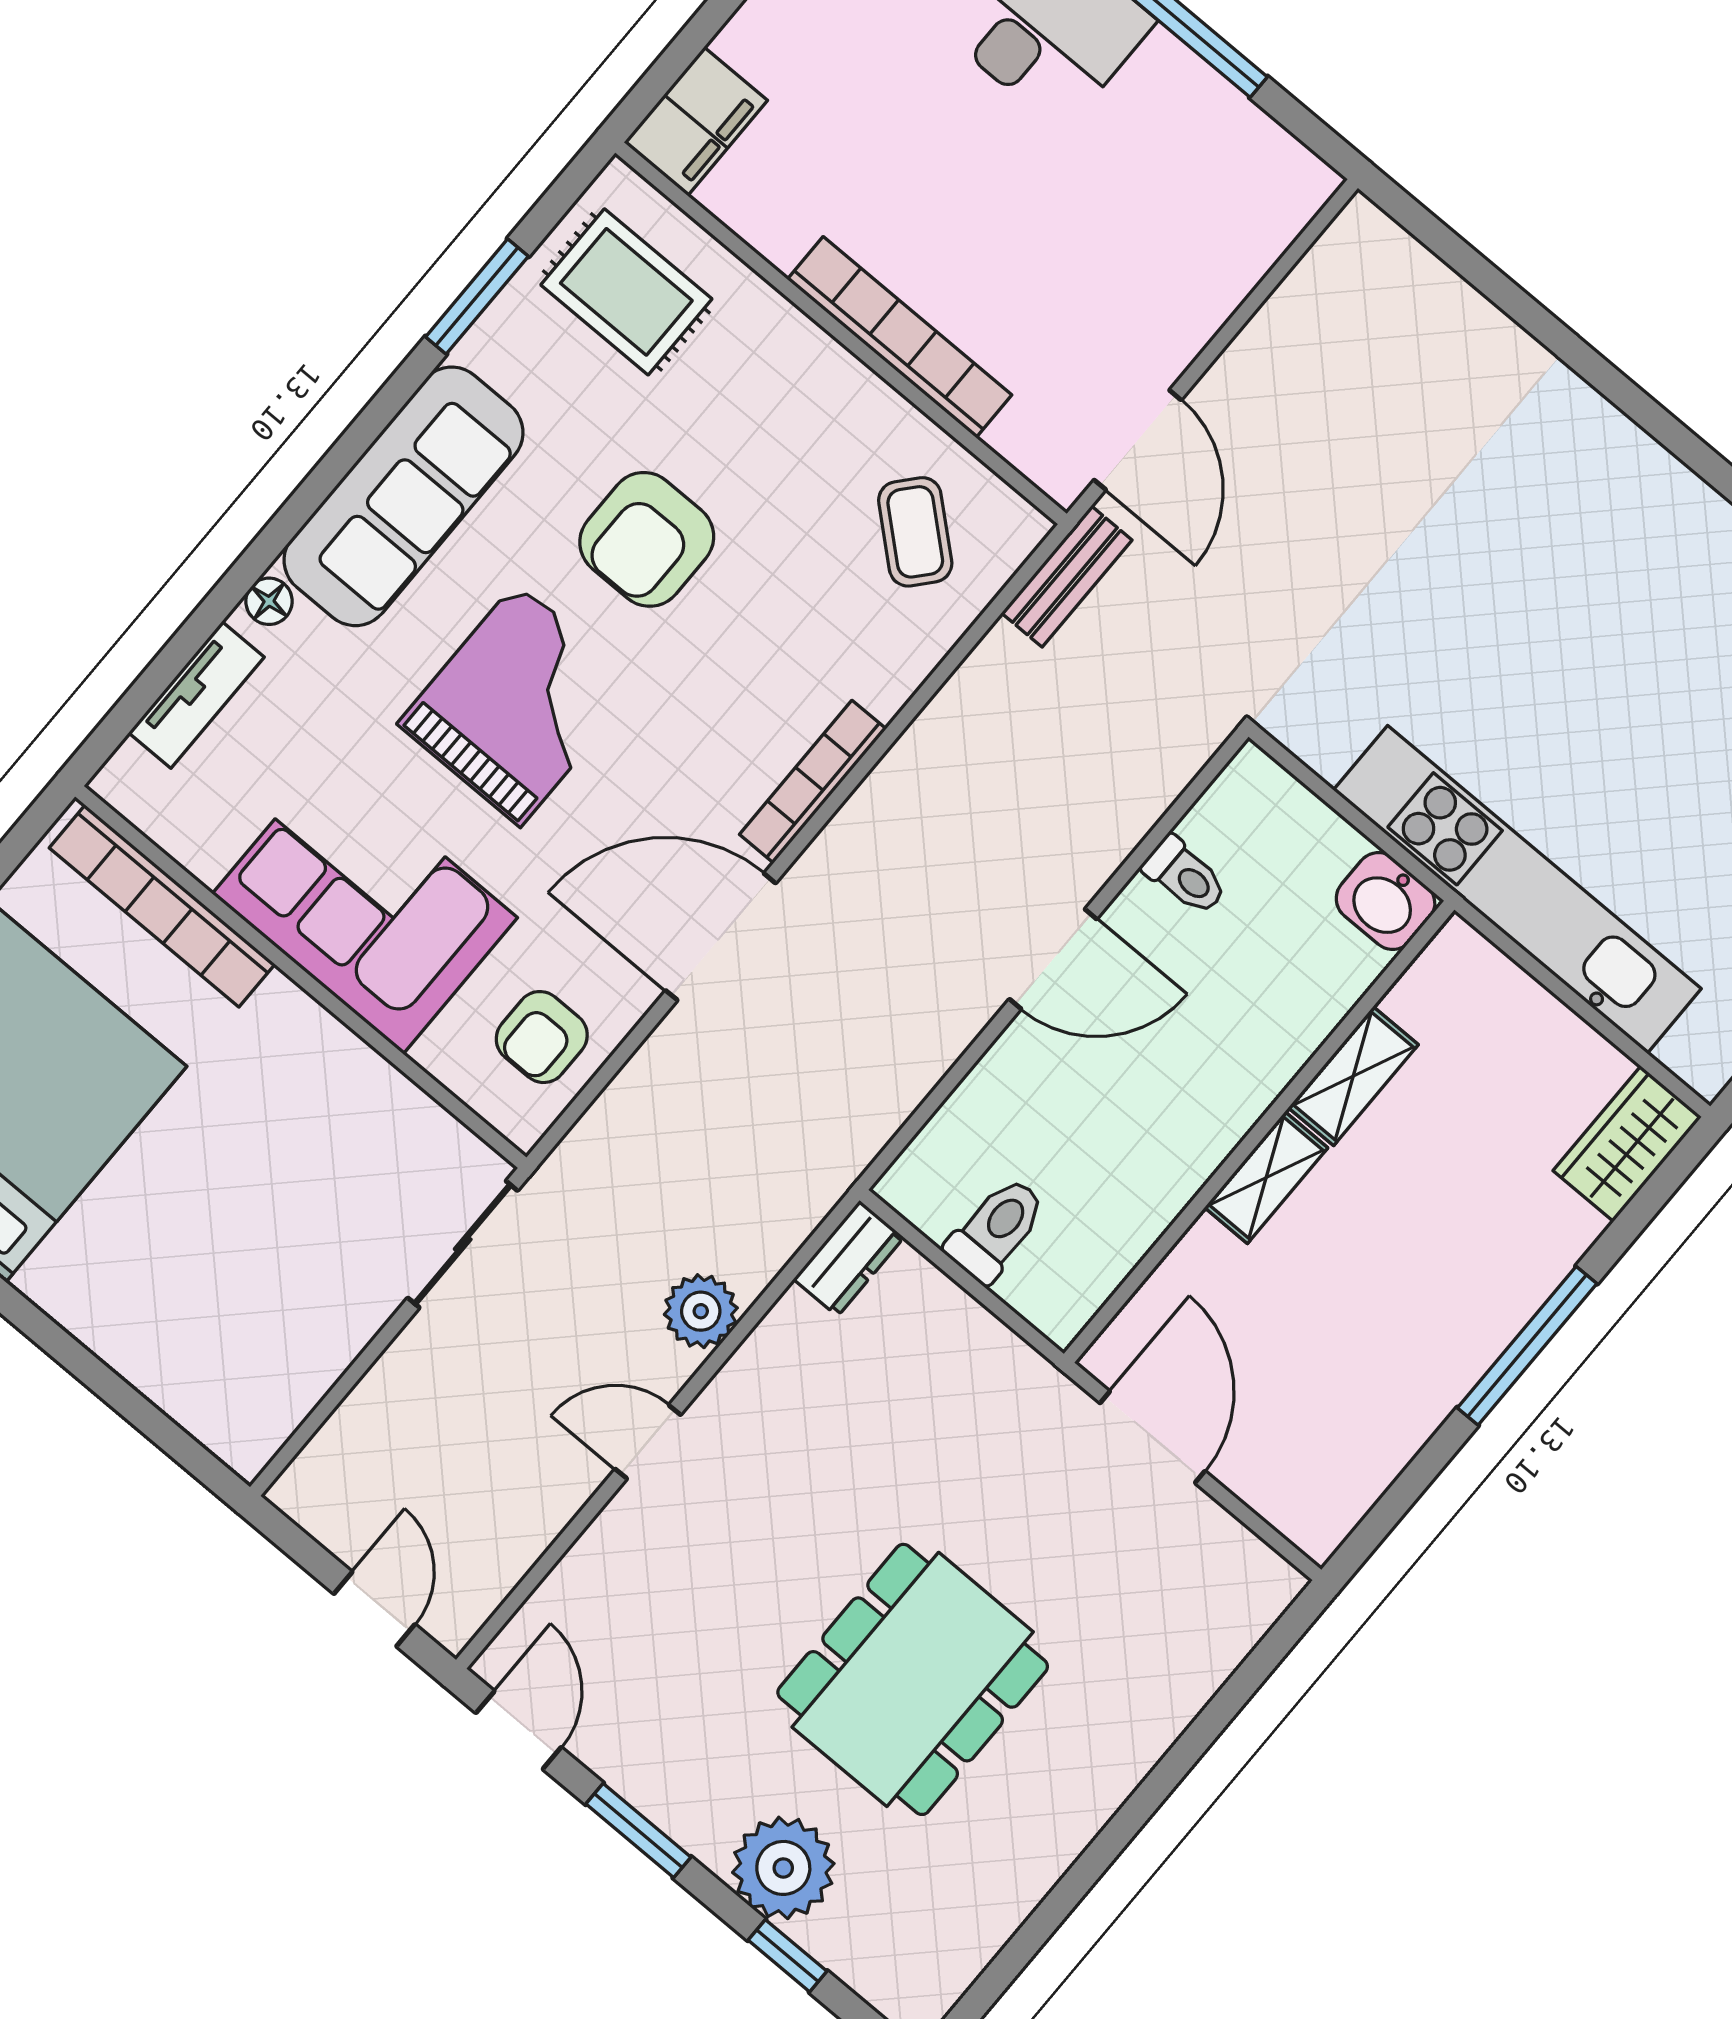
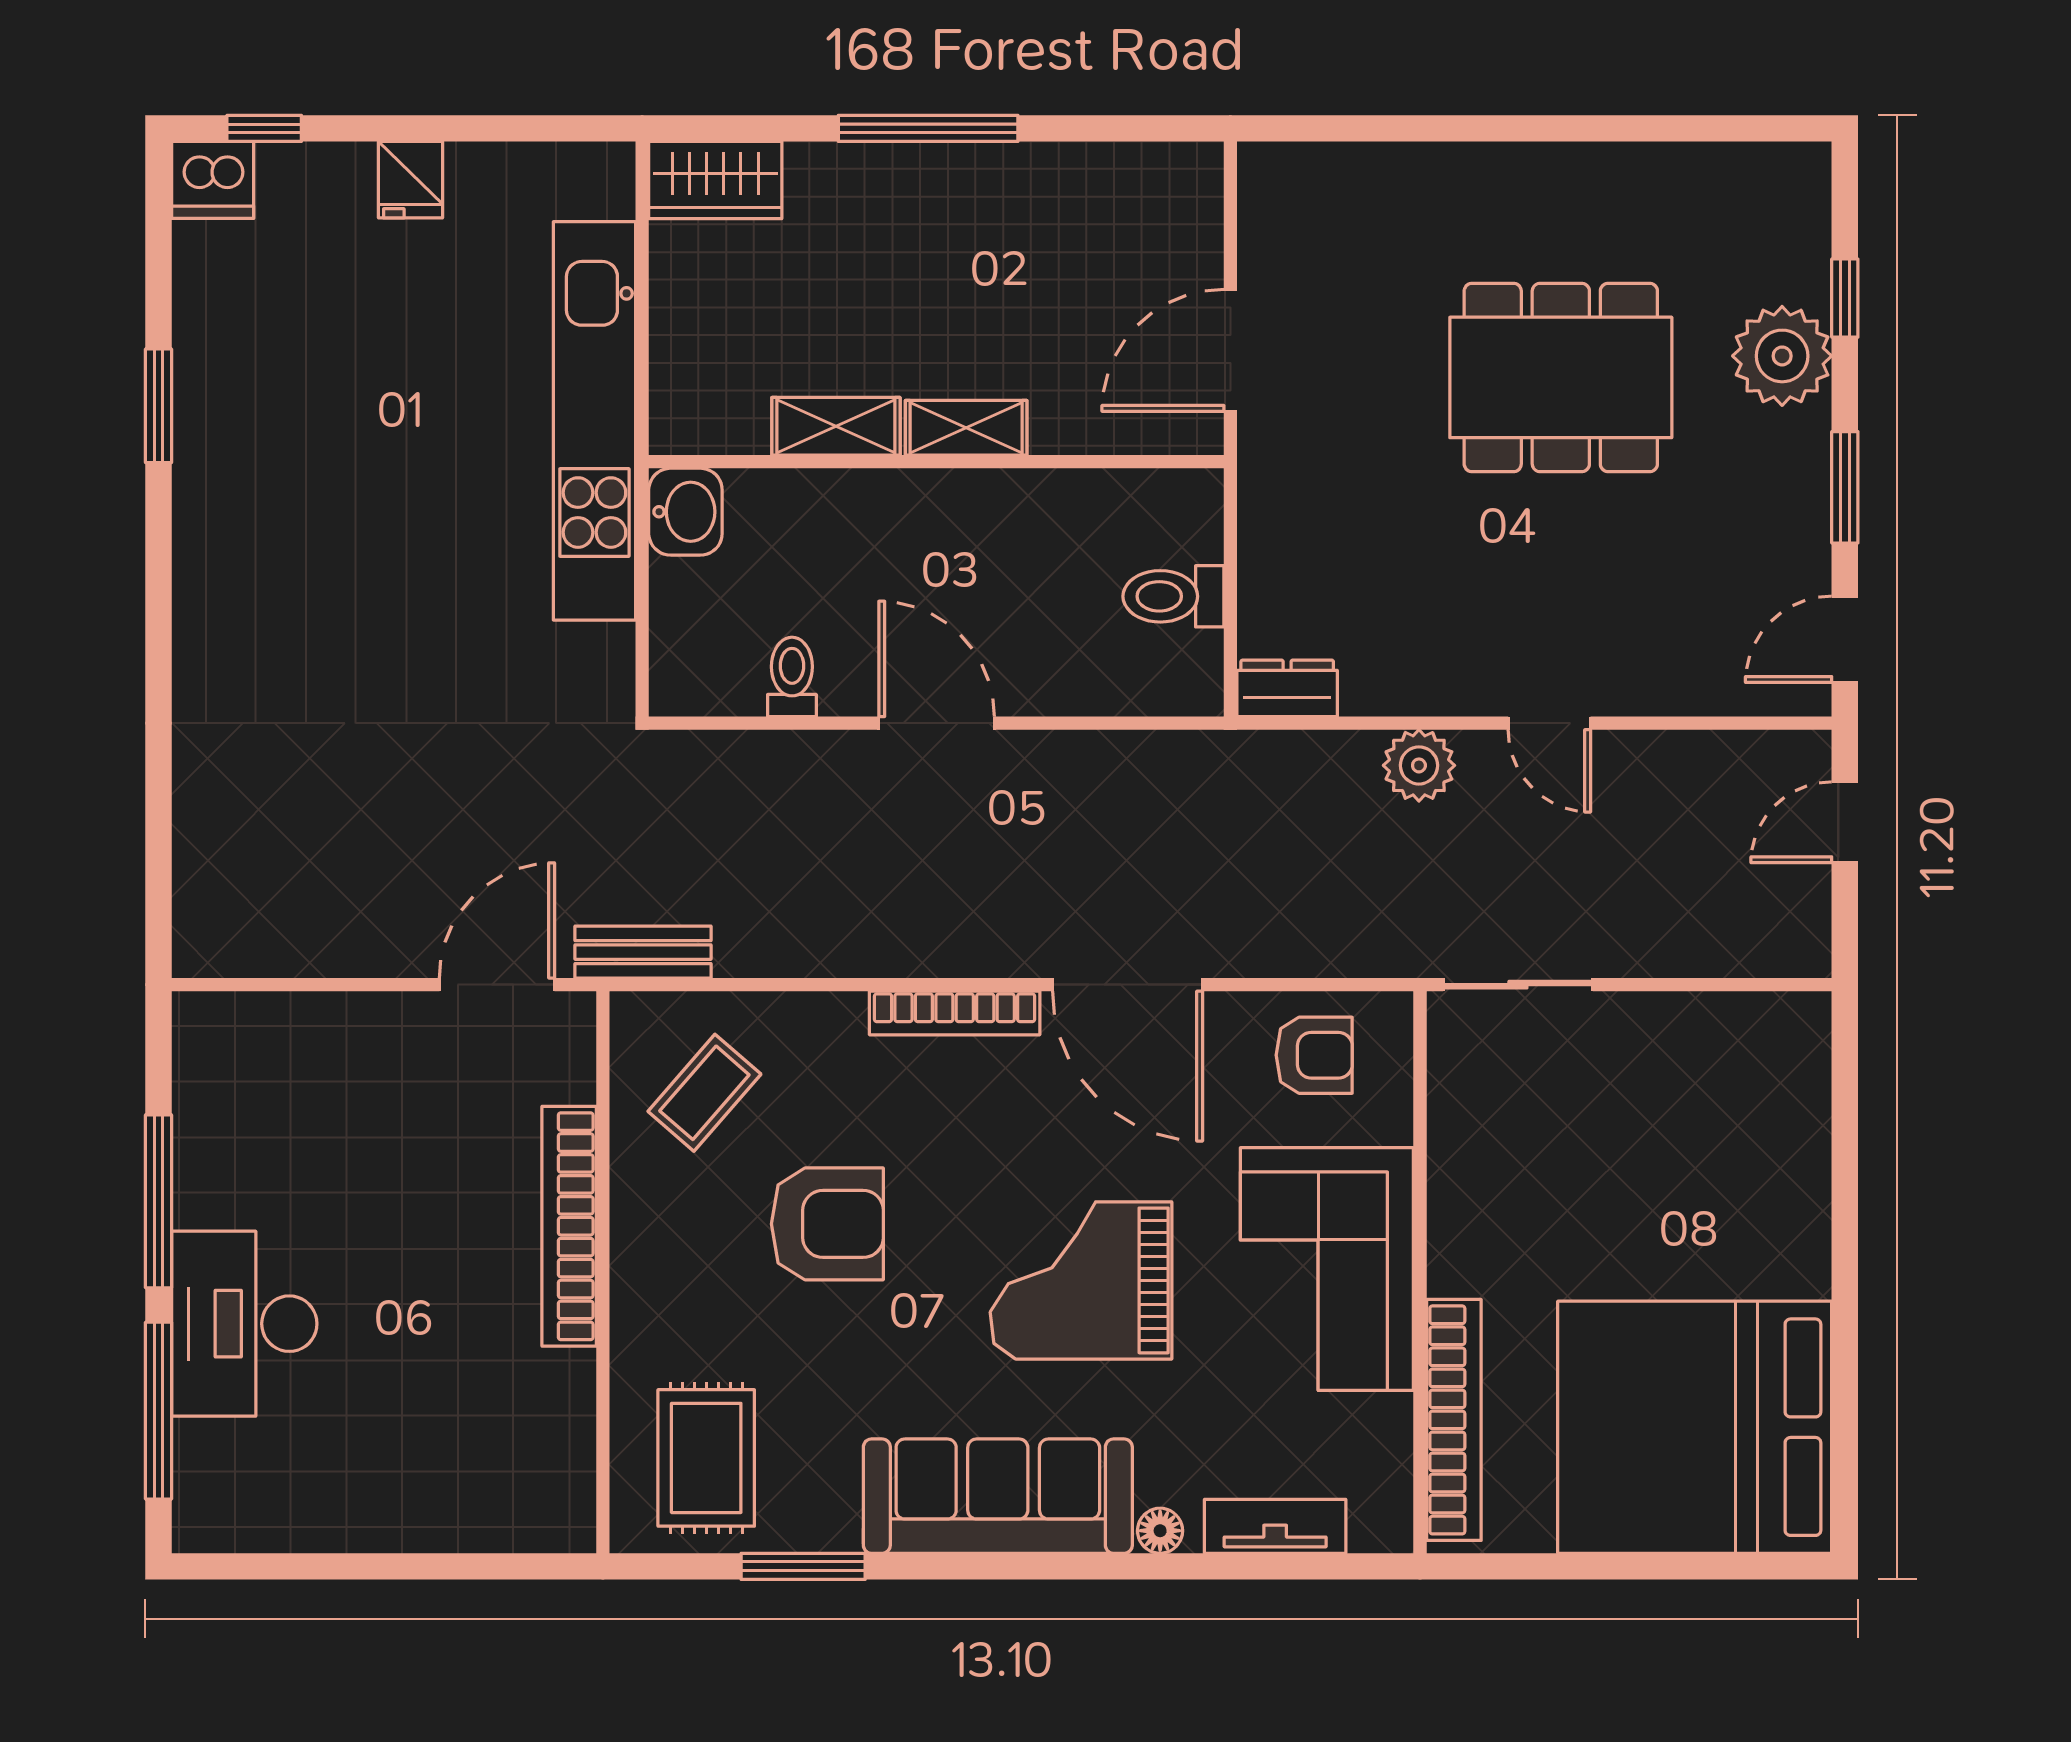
filing cabinet: (696, 121) -> (536, 1513), removed
armchair: (647, 539) -> (827, 1224), moved

